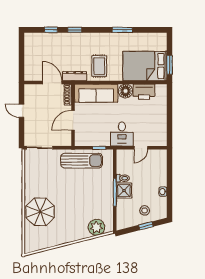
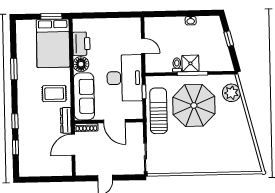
desk: (122, 134) -> (125, 78), width x1.87, depth x1.30
stool: (145, 210) -> (212, 40), removed
parasol: (40, 212) -> (194, 105), moved, width x1.36, depth x1.36

